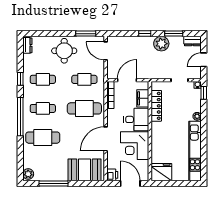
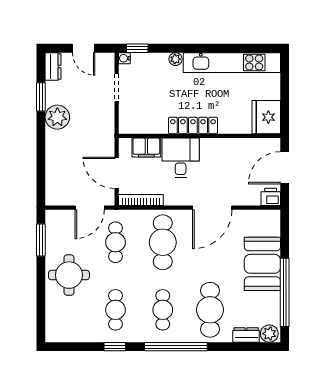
window: (145, 34) -> (41, 144), removed
dresser: (27, 45) -> (246, 335), moved
door: (106, 51) -> (90, 208), moved
locker: (156, 106) -> (193, 126), moved
door: (106, 139) -> (212, 208), hinge flipped
corner desk: (135, 146) -> (223, 161), removed
booth: (85, 170) -> (262, 264), moved
window: (54, 183) -> (285, 292), width x1.46

